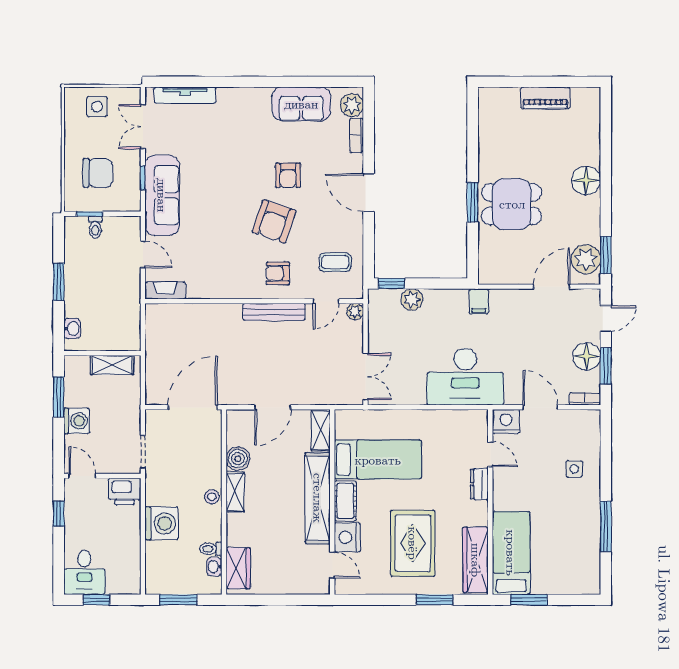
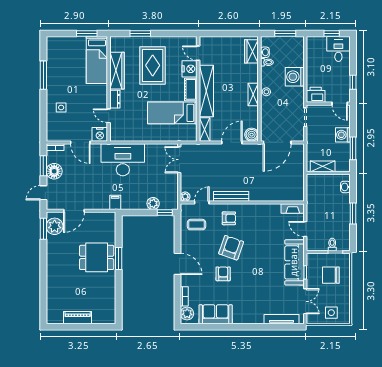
floor lamp: (586, 180) -> (54, 271), removed
boiler: (238, 459) -> (252, 135), moved
wardrobe: (476, 560) -> (117, 71), moved

